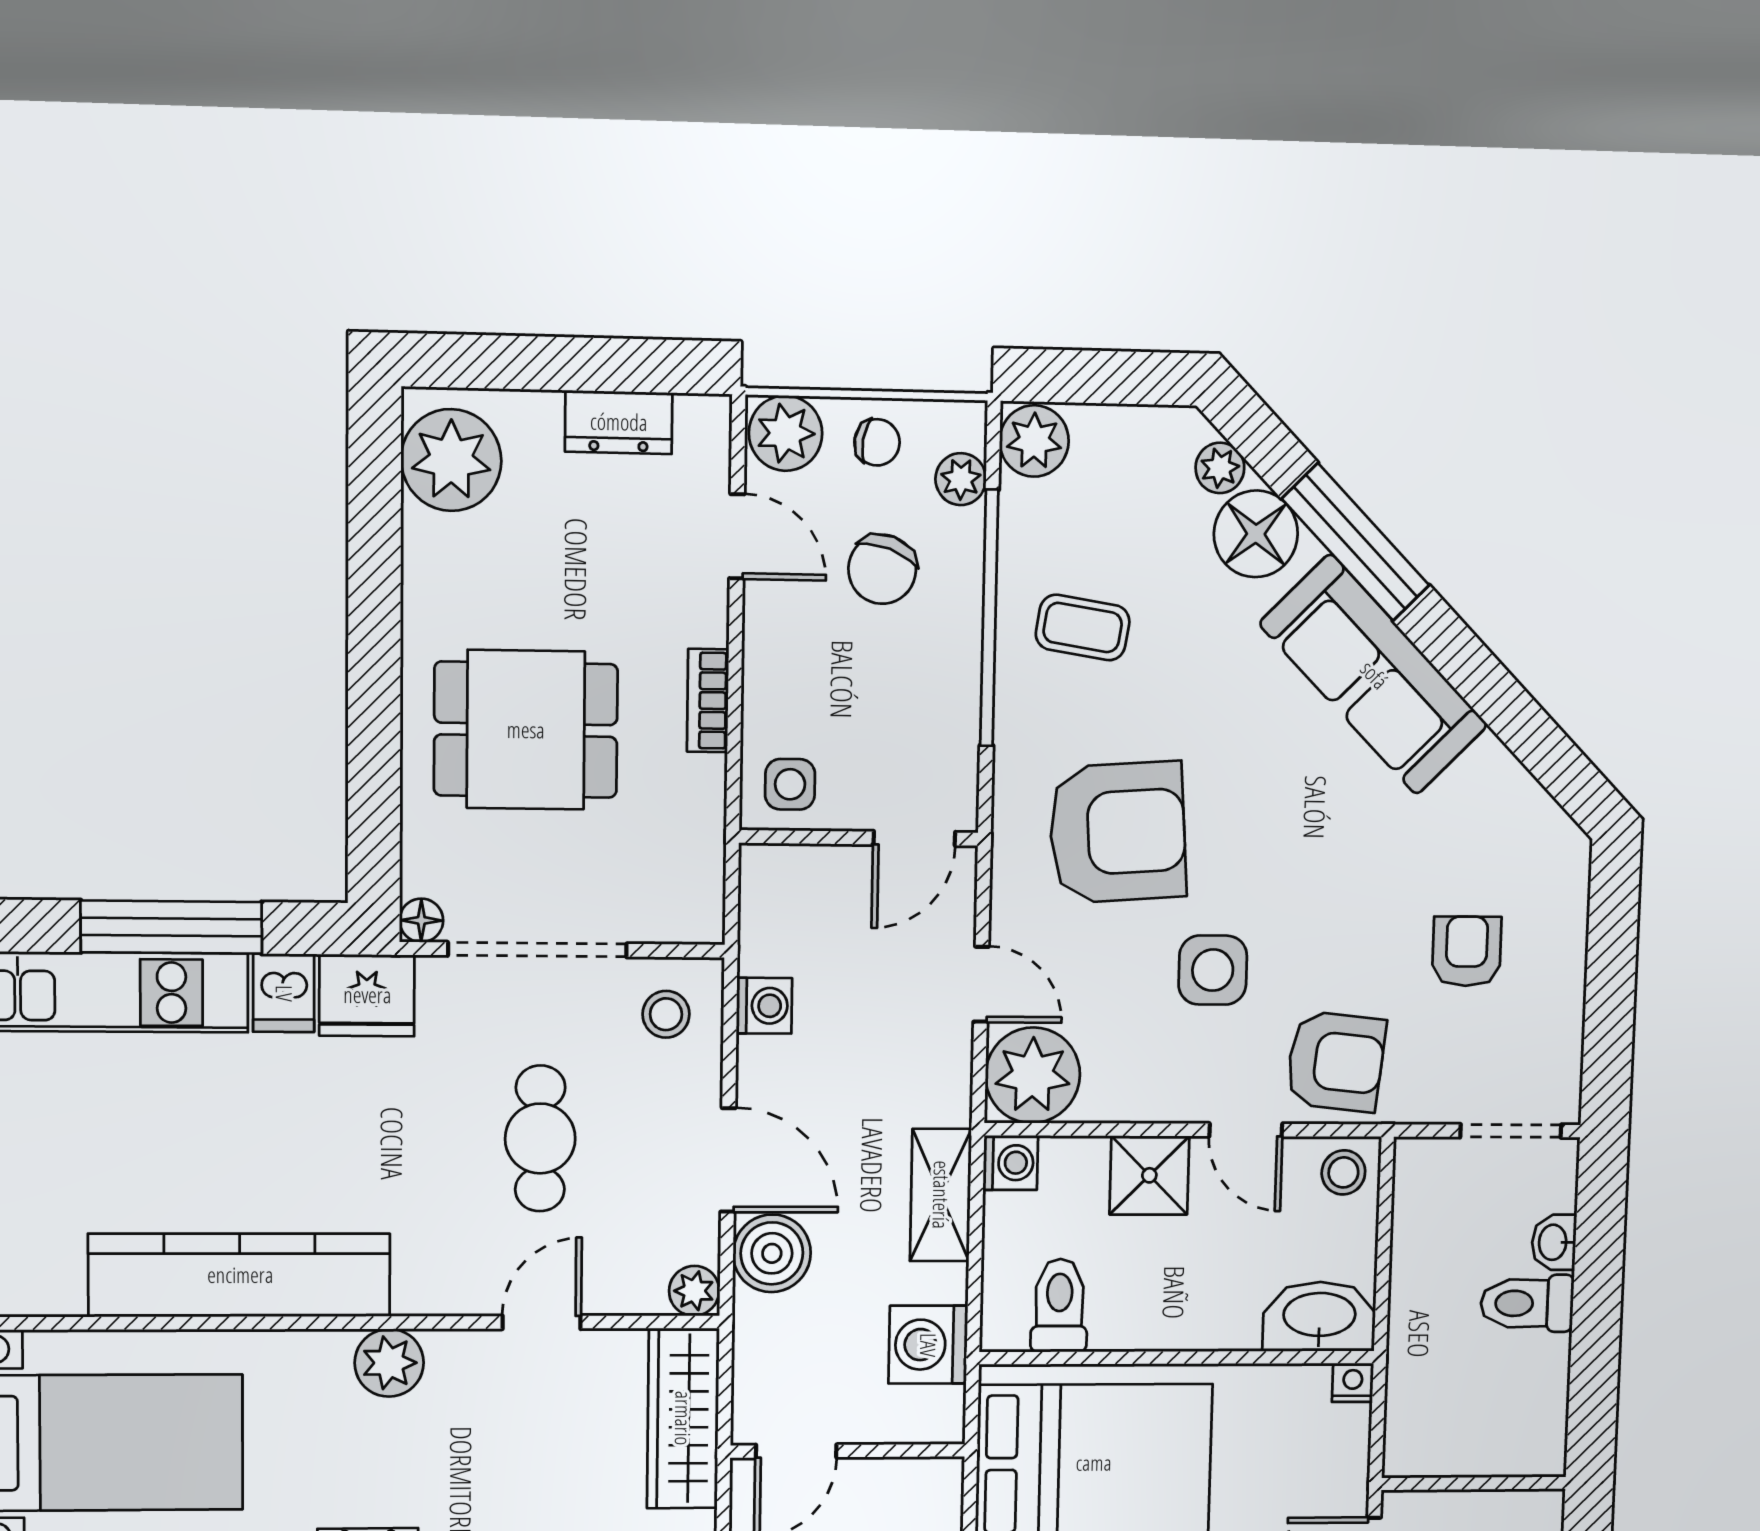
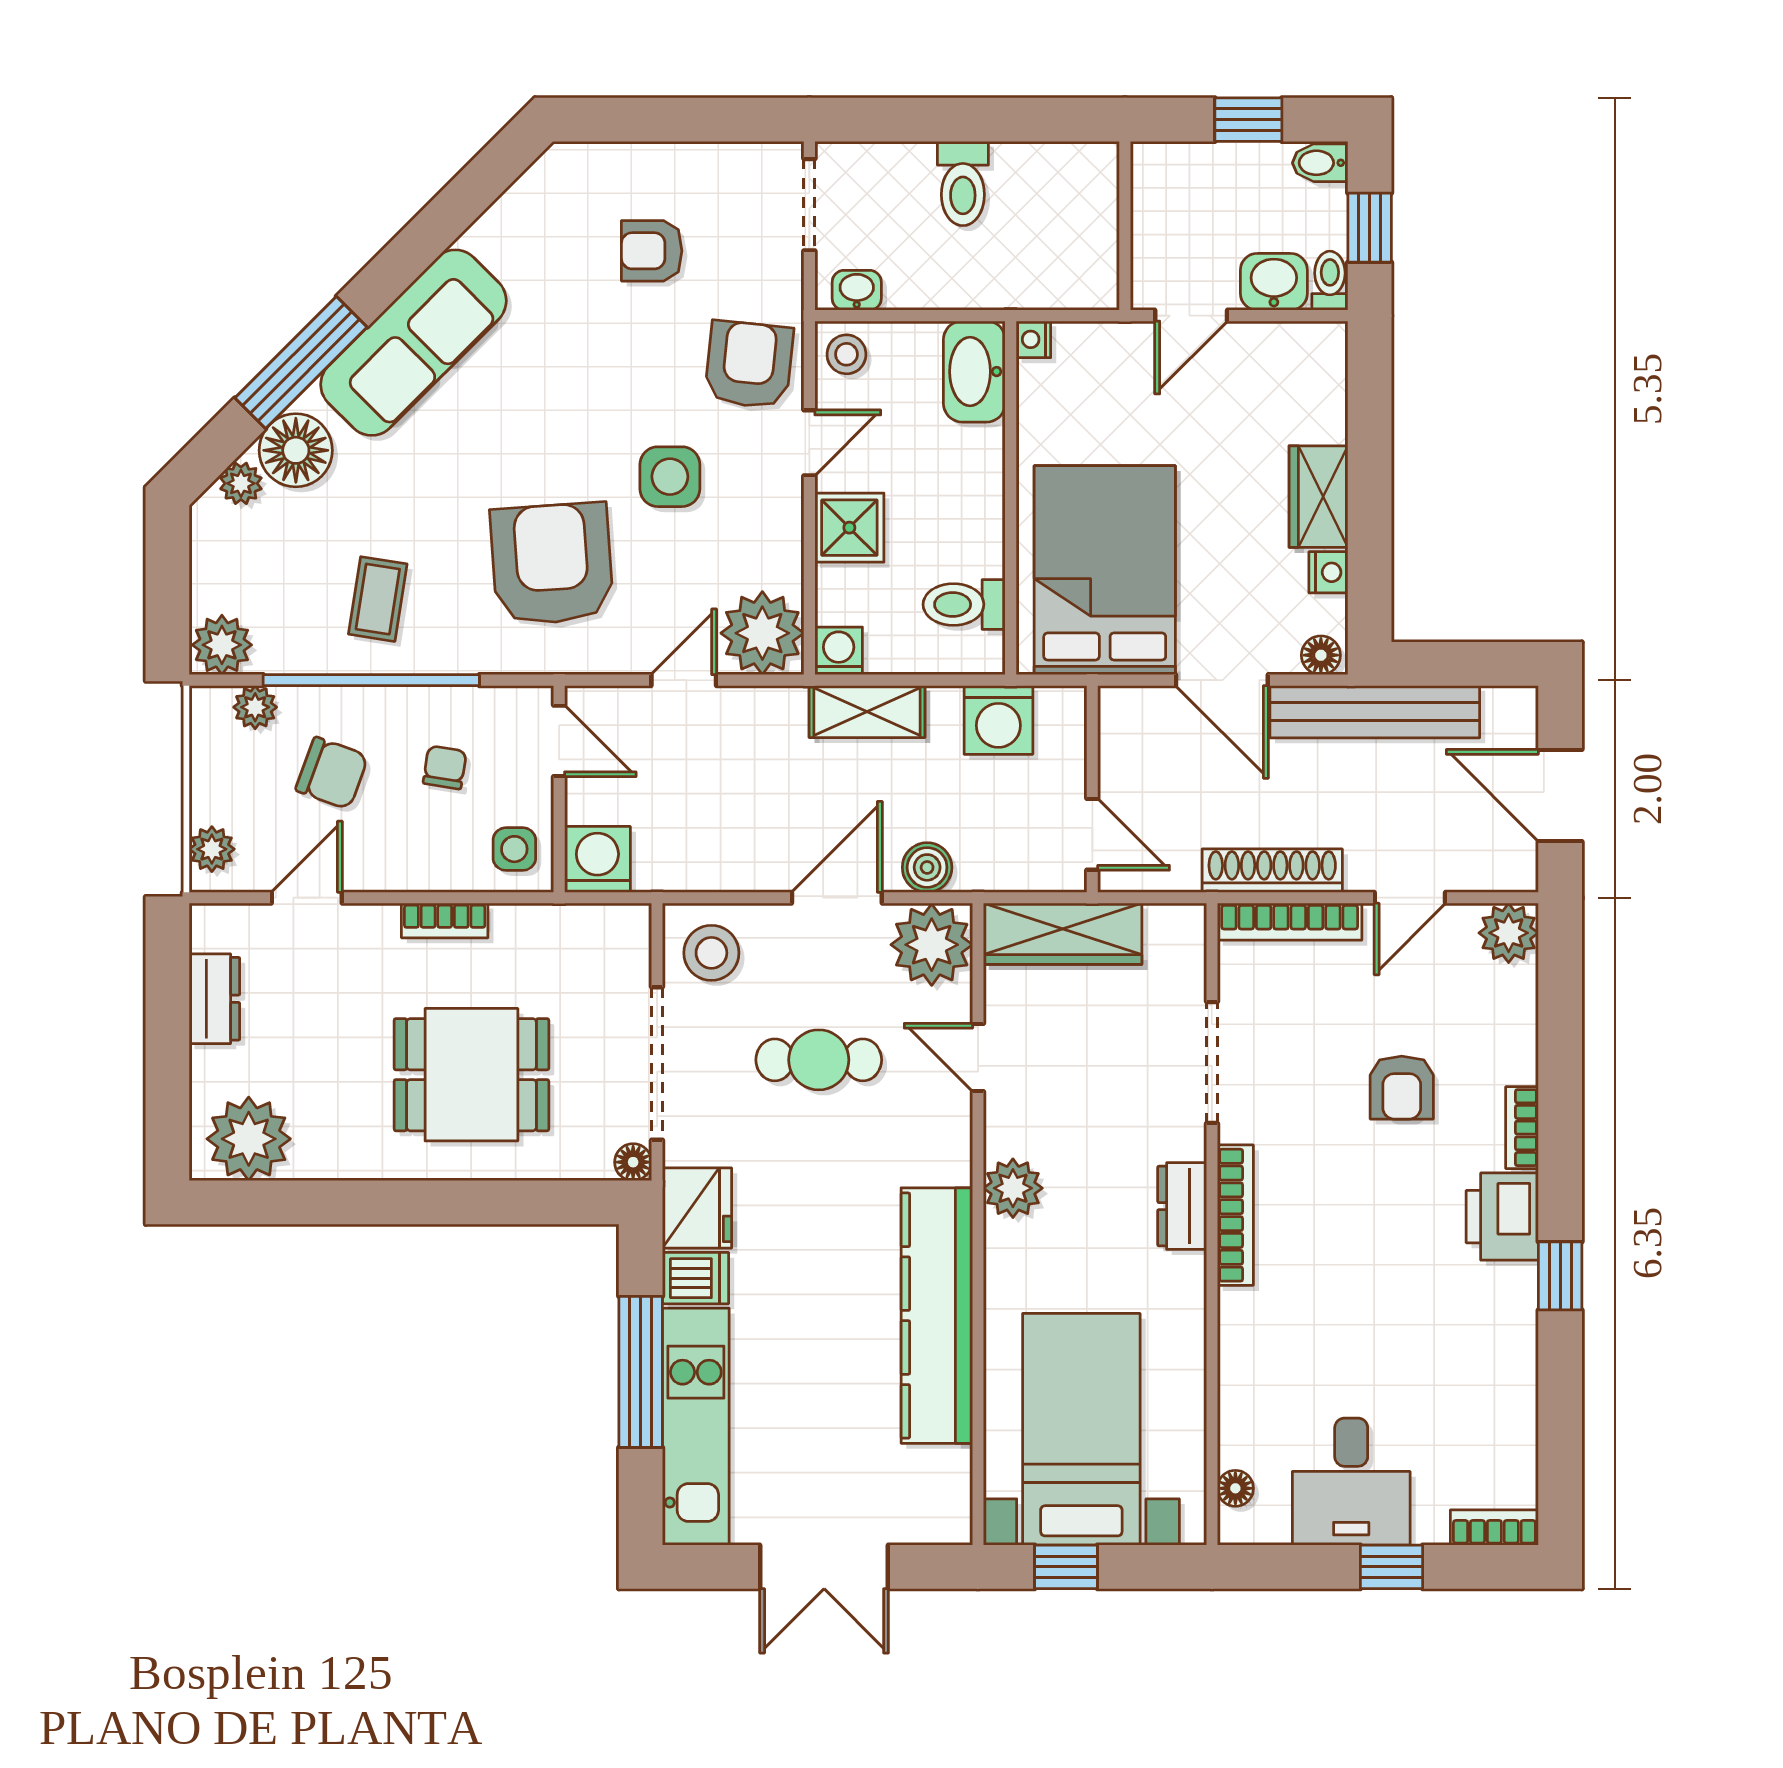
plant: (786, 433) -> (212, 849), width x0.73, depth x0.73
chair: (877, 442) -> (445, 767), moved
dining table: (526, 730) -> (471, 1075), turned 90
washing machine: (764, 1006) -> (597, 859), moved, width x1.38, depth x1.38
stool: (666, 1014) -> (711, 953), width x1.37, depth x1.37
washbasin: (1554, 1242) -> (857, 290), moved, turned 180
boiler: (772, 1253) -> (927, 867), width x0.73, depth x0.73
plant: (694, 1291) -> (932, 945), width x1.87, depth x1.87

